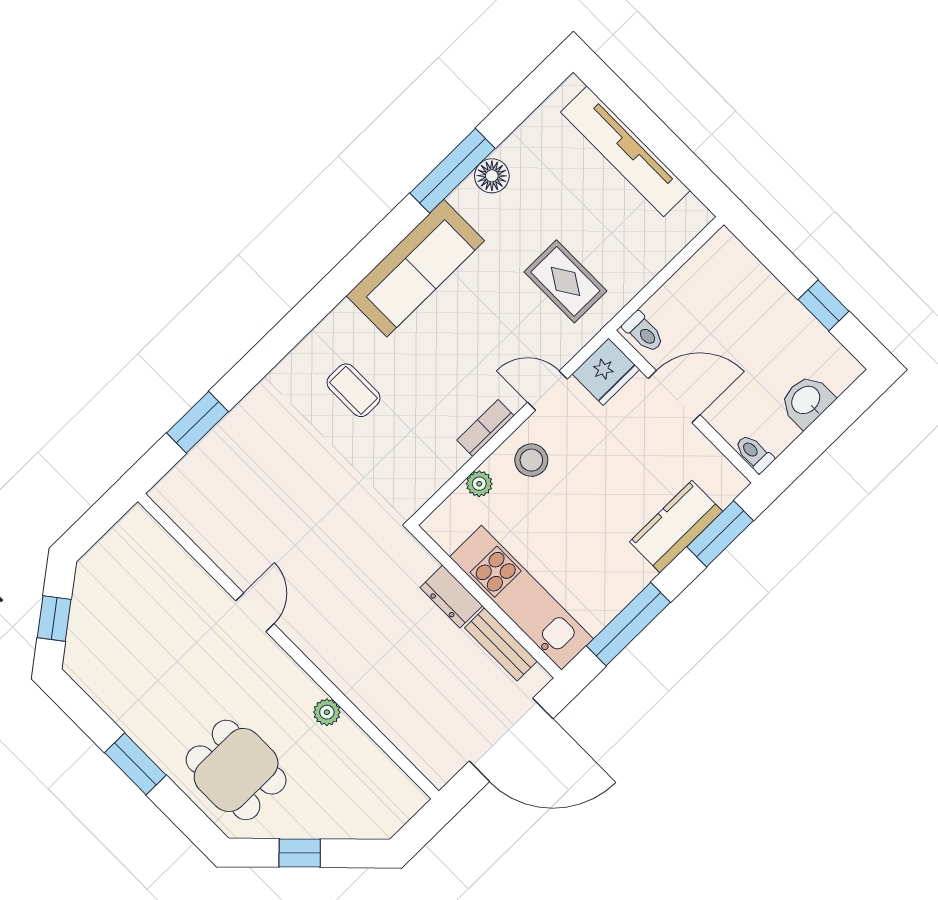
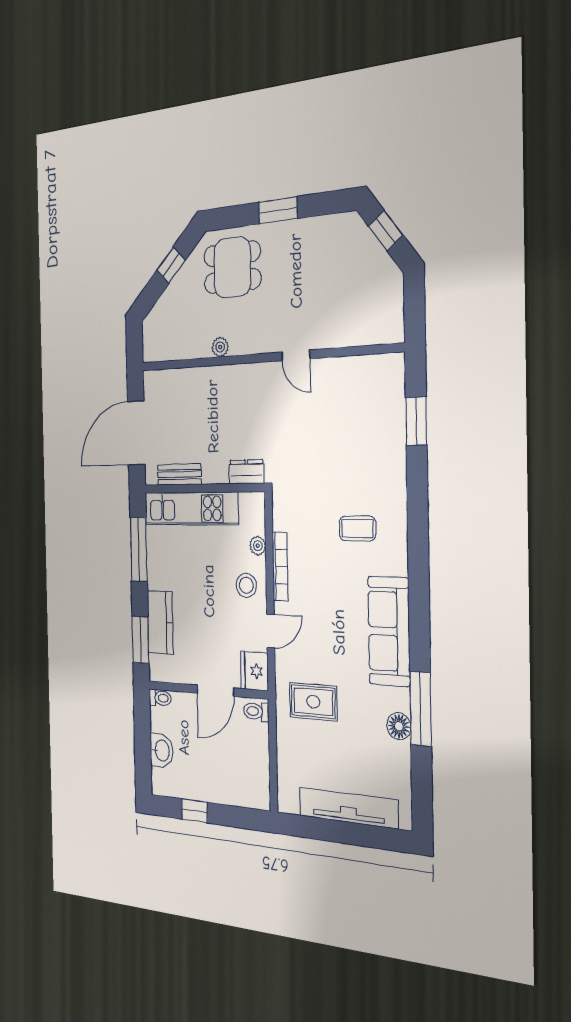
bookcase: (485, 428) -> (280, 567), width x1.56
dresser: (451, 597) -> (247, 472), moved

